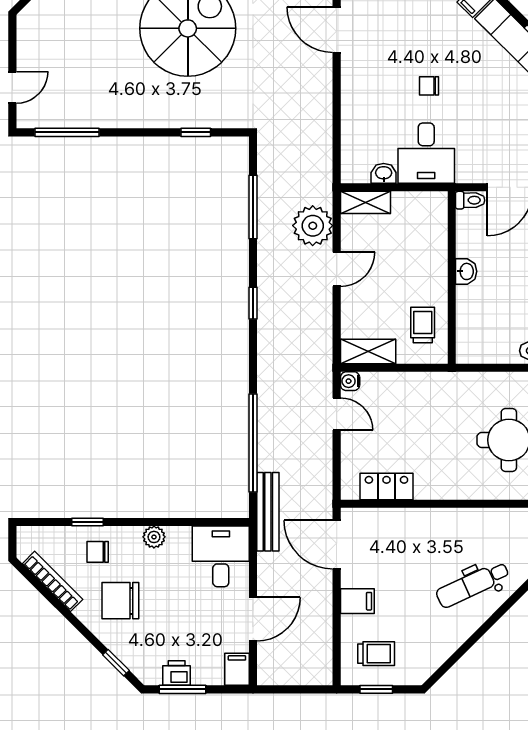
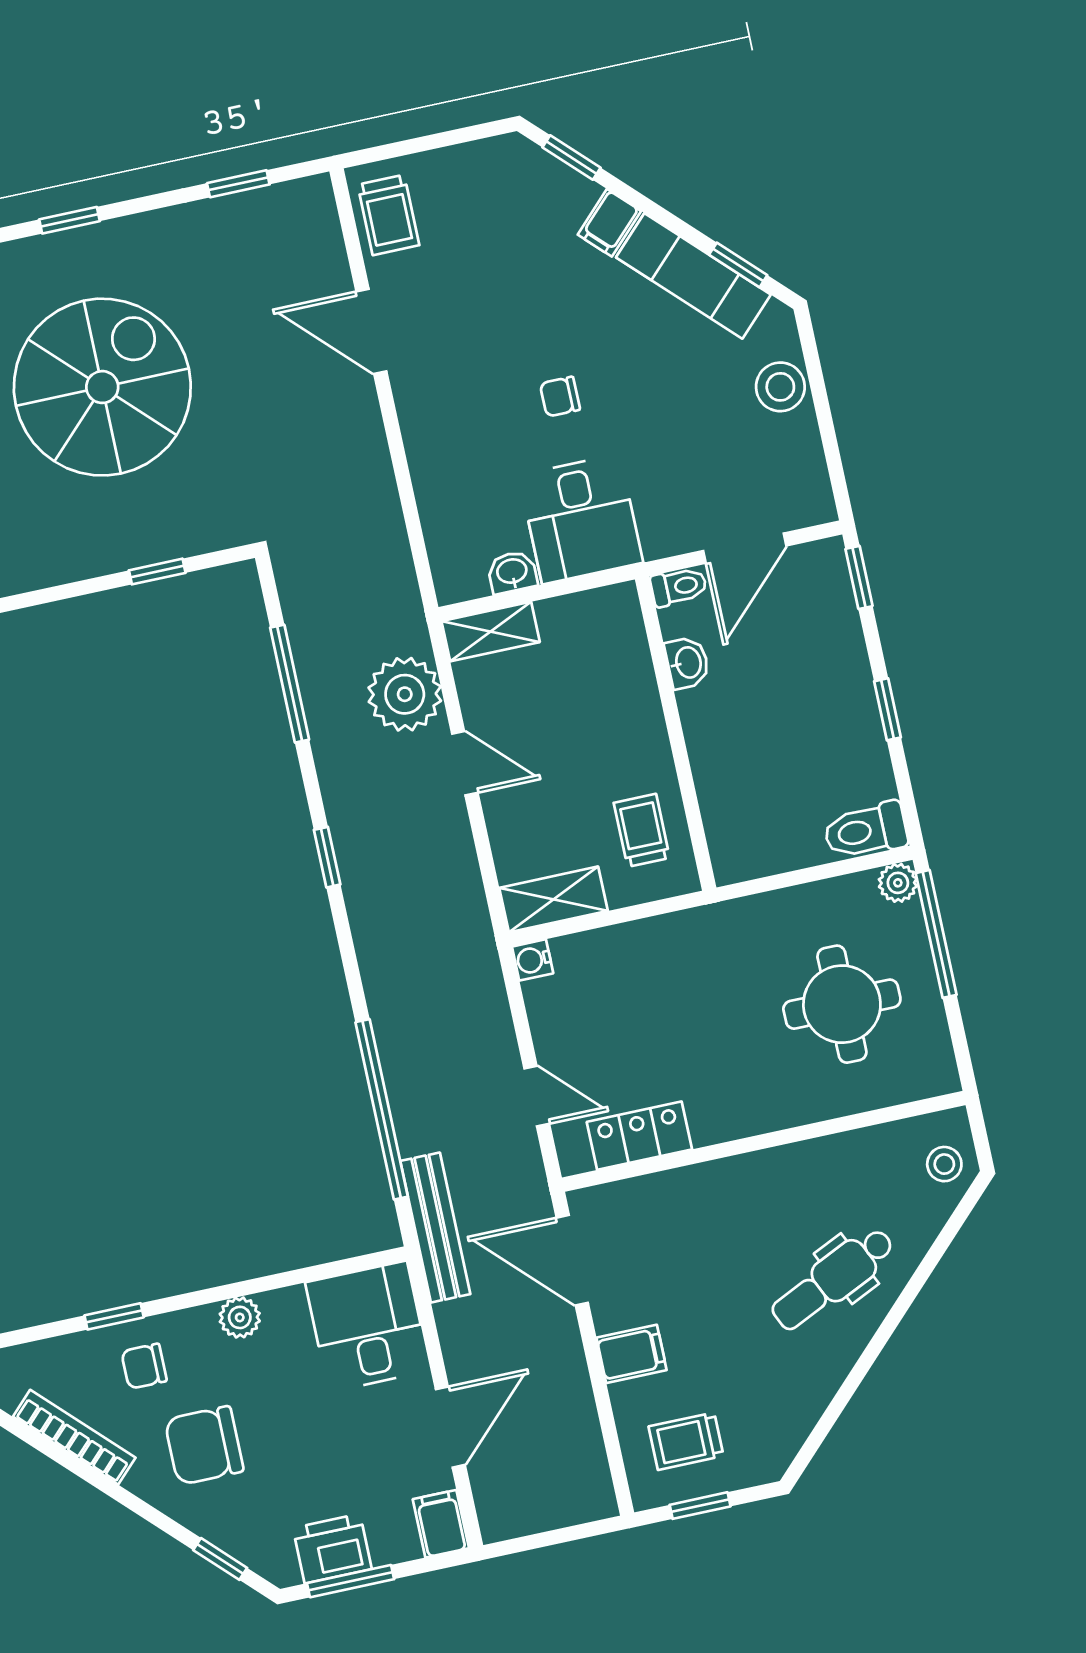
door: (337, 269) -> (465, 763), hinge flipped
washbasin: (466, 271) -> (687, 663), moved
door: (337, 414) -> (537, 1096), moved
trolley: (376, 654) -> (686, 1441), turned 180
printer: (177, 673) -> (332, 1549), width x1.36, depth x1.24

